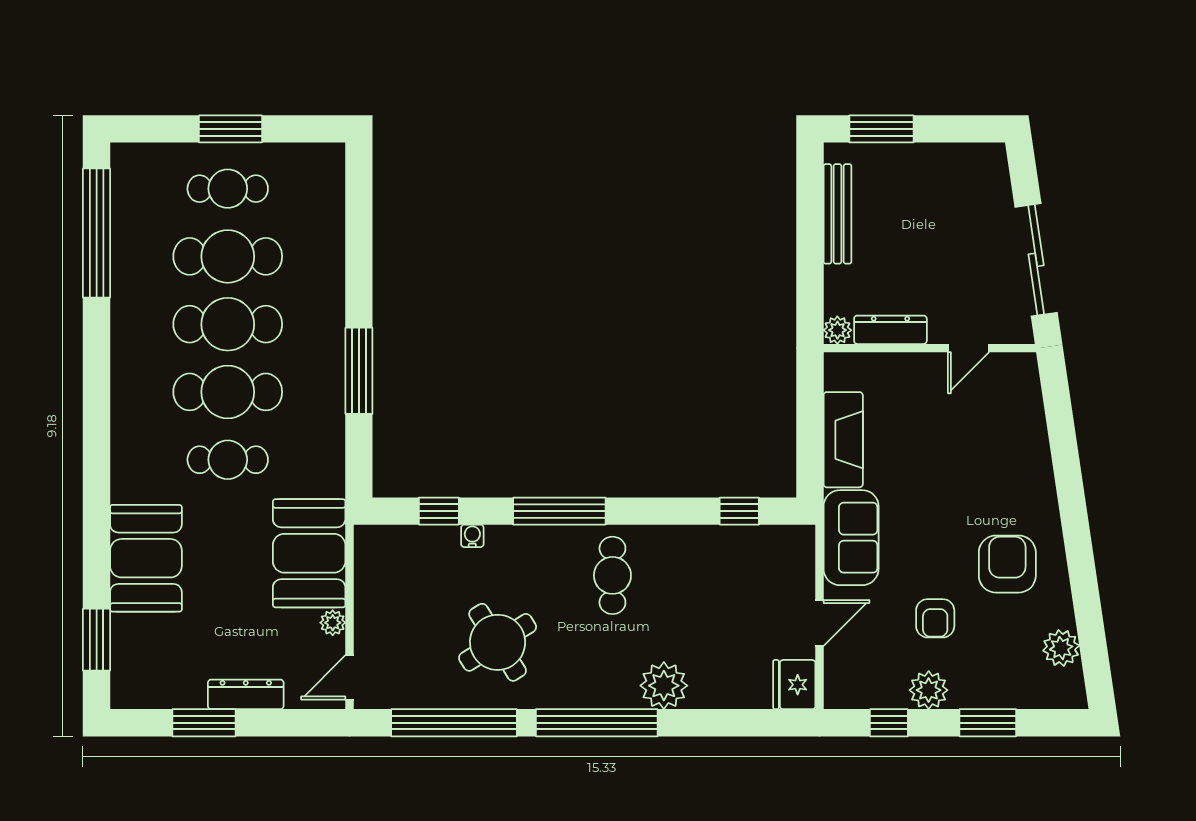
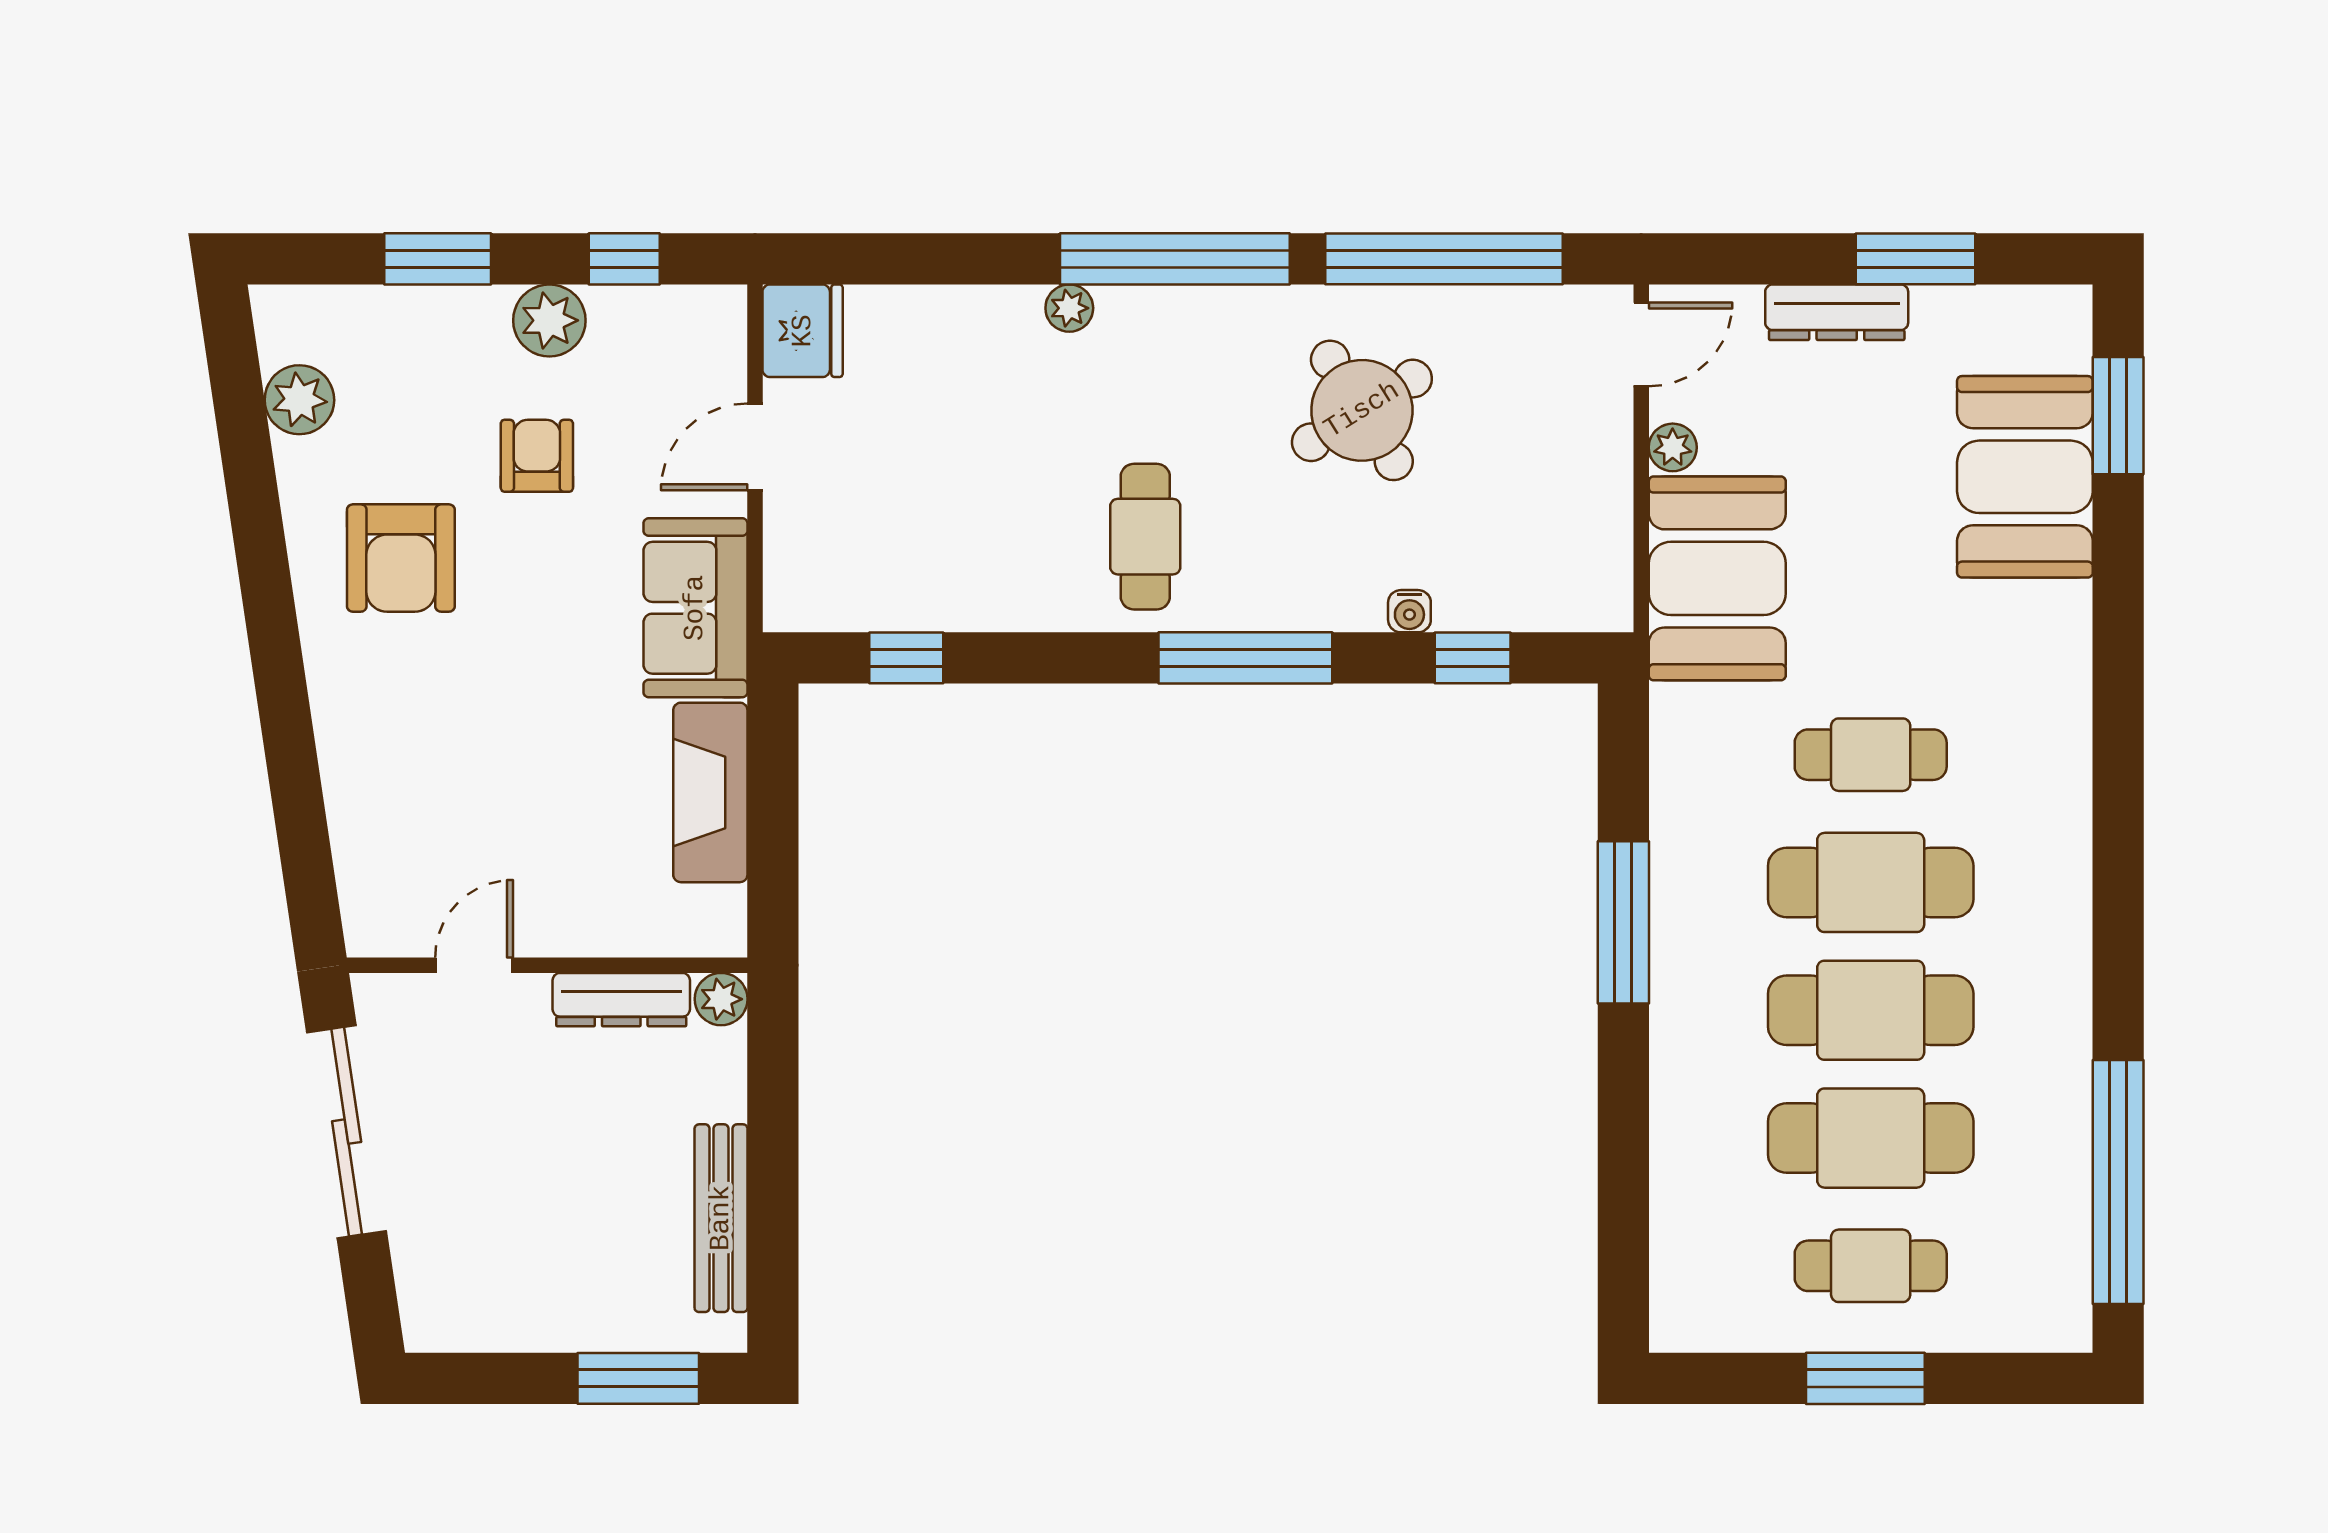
booth: (146, 558) -> (2025, 477), moved
plant: (664, 686) -> (1069, 308), width x0.53, depth x0.53

